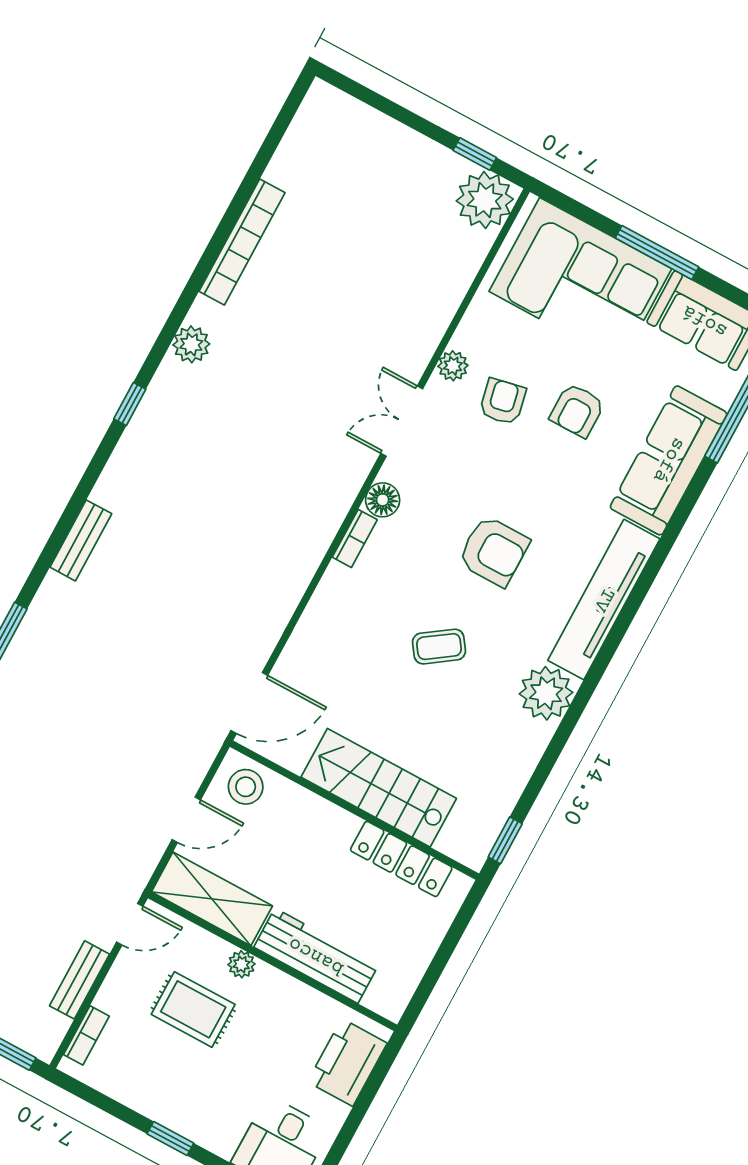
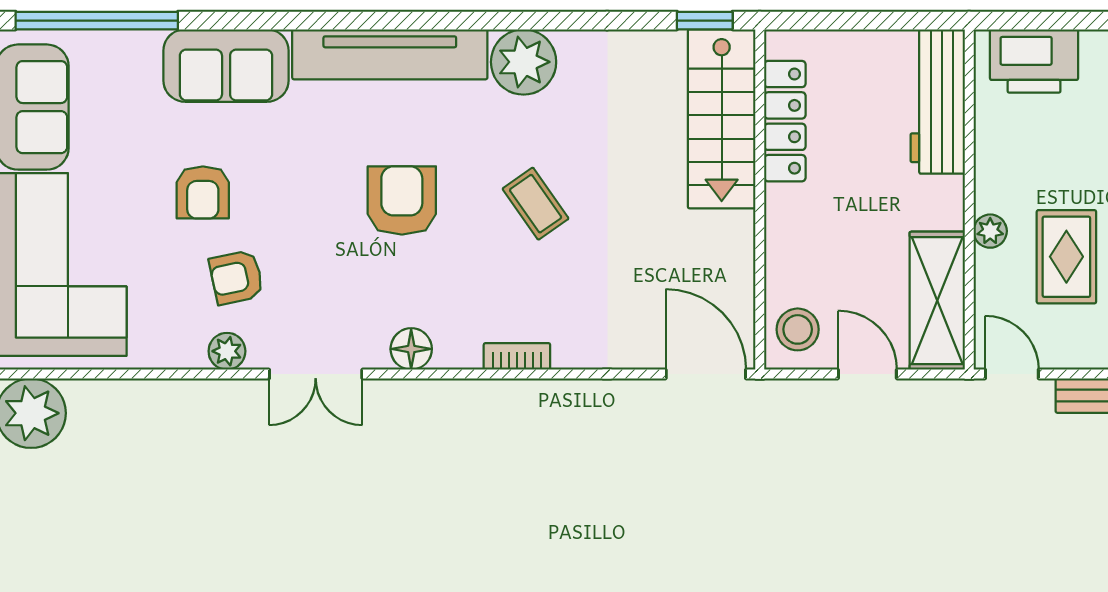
armchair: (577, 410) -> (203, 192), turned 90
sofa: (669, 460) -> (226, 66), width x0.73
bookcase: (355, 538) -> (517, 356), moved
stairs: (379, 788) -> (722, 119), moved
workbench: (316, 956) -> (938, 102), moved

